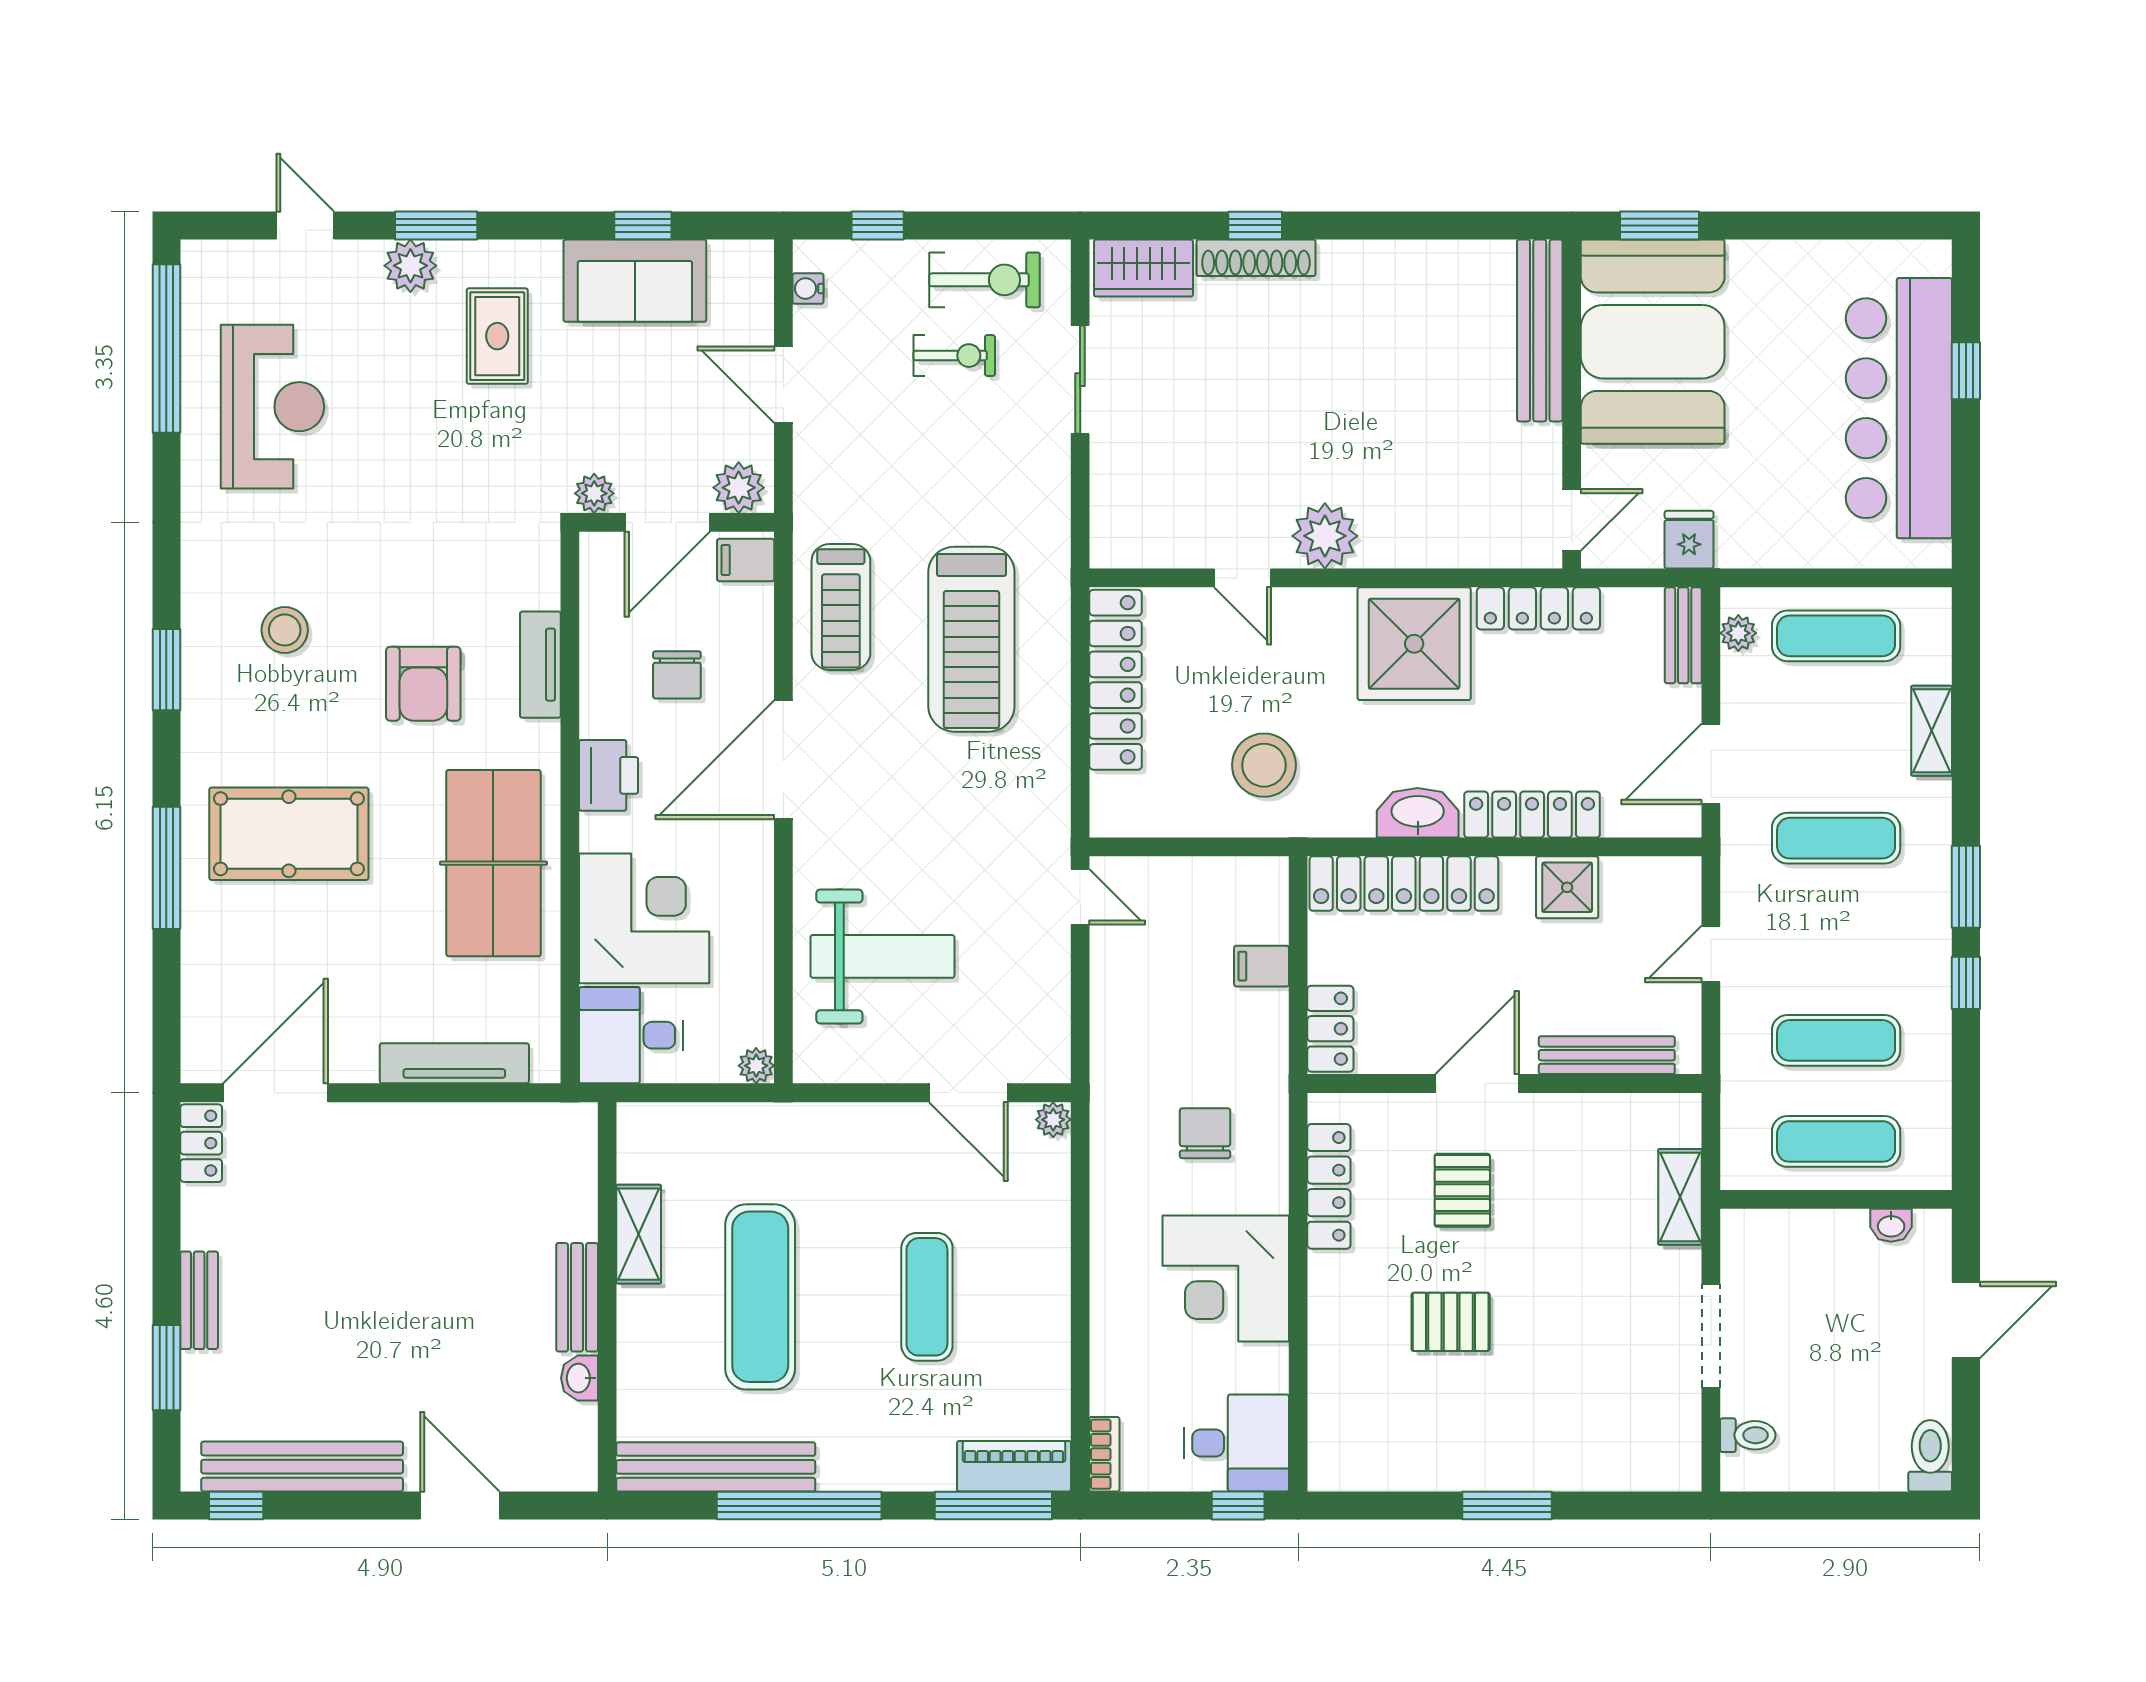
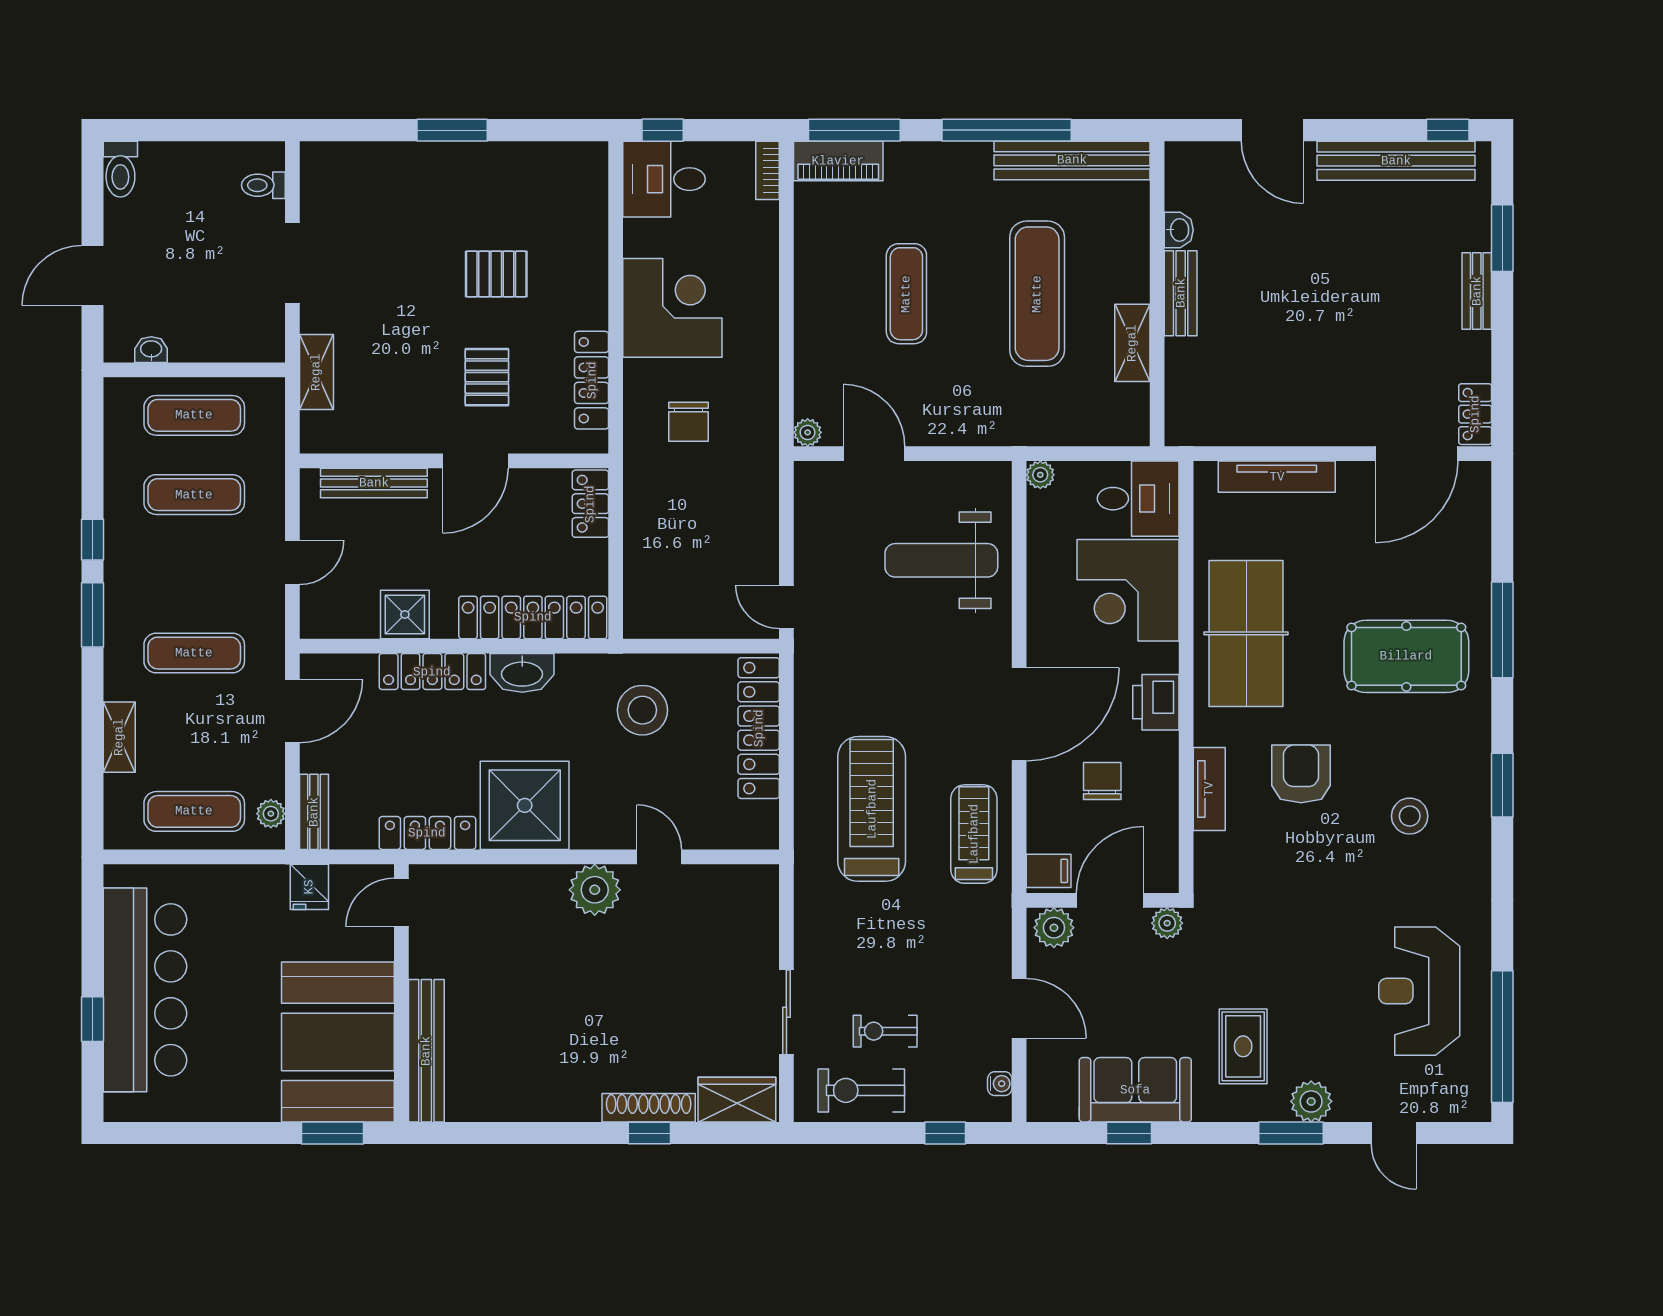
locker: (1116, 680) -> (759, 728), moved
filing cabinet: (1262, 966) -> (644, 553), removed

